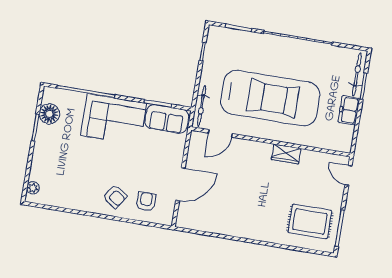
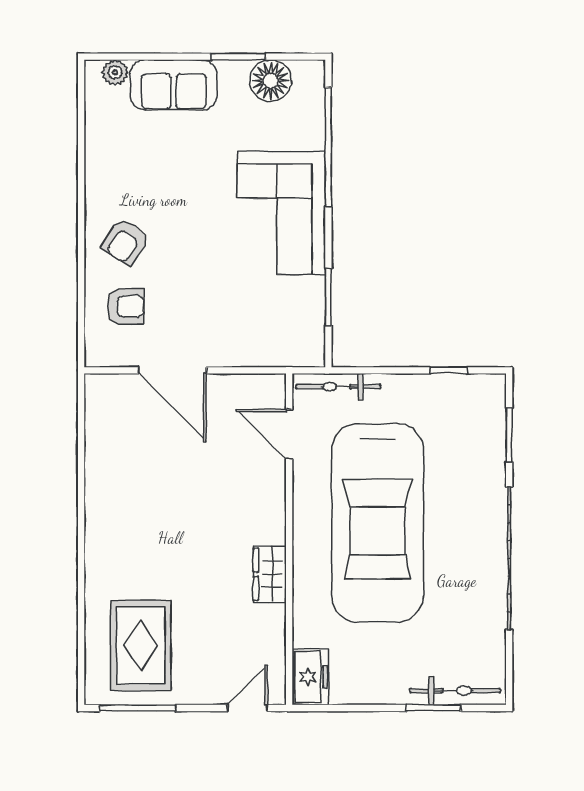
freezer: (349, 110) -> (310, 677), moved, turned 90
sofa: (167, 119) -> (174, 85), moved, turned -90

